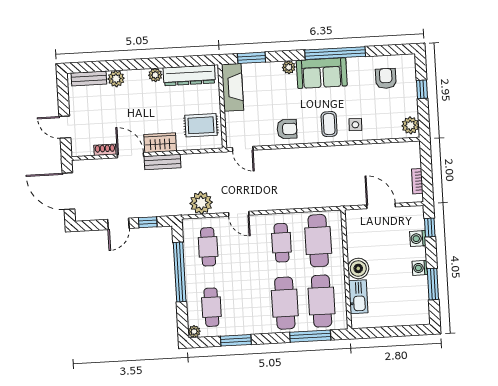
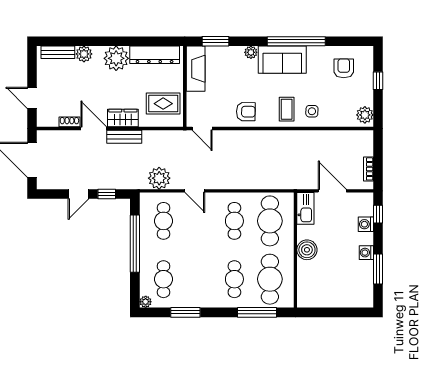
plant: (155, 75) -> (116, 58), width x1.87, depth x1.87
kitchen sink: (358, 297) -> (305, 208), moved
cafe table: (285, 303) -> (234, 279), width x0.73, depth x0.74

